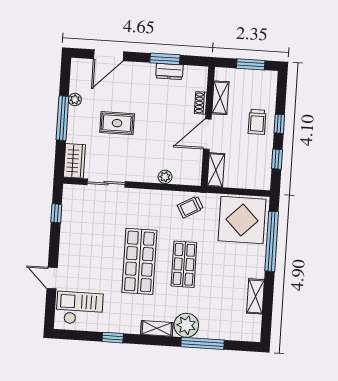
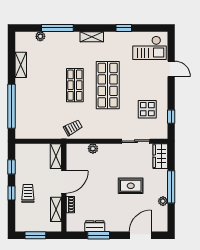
display table: (242, 220) -> (147, 109), moved, width x0.54, depth x0.54
plant: (186, 325) -> (40, 36), moved, width x0.53, depth x0.53

